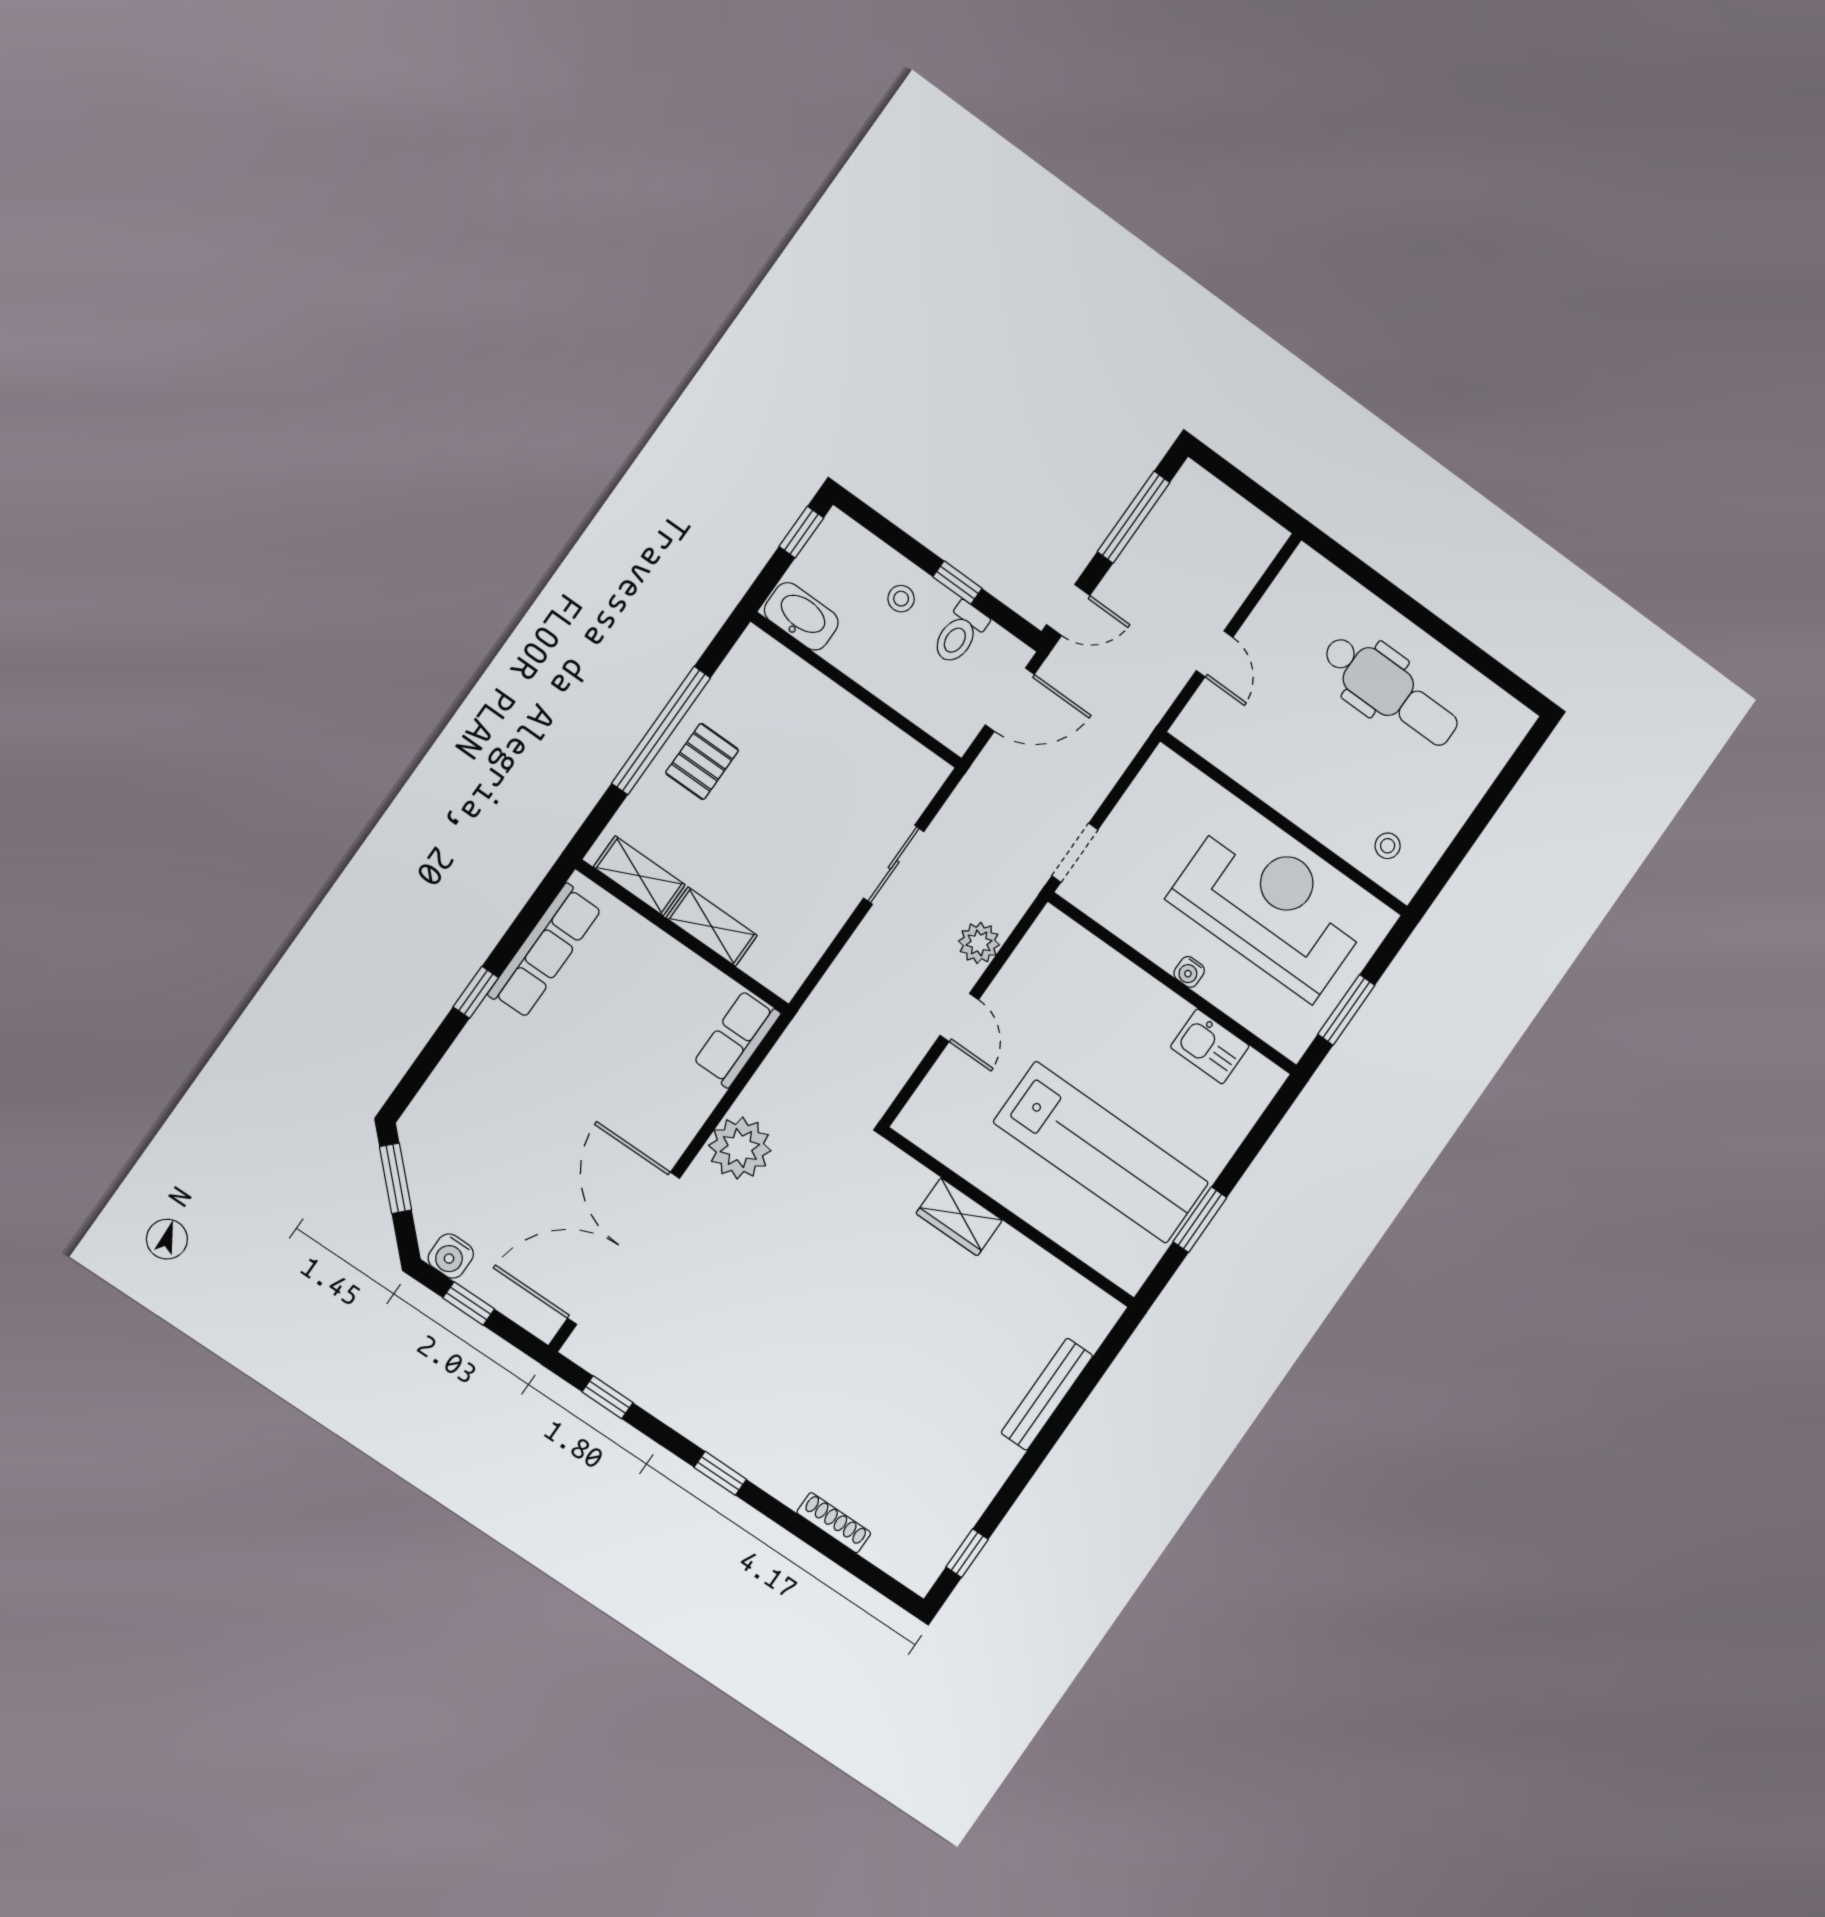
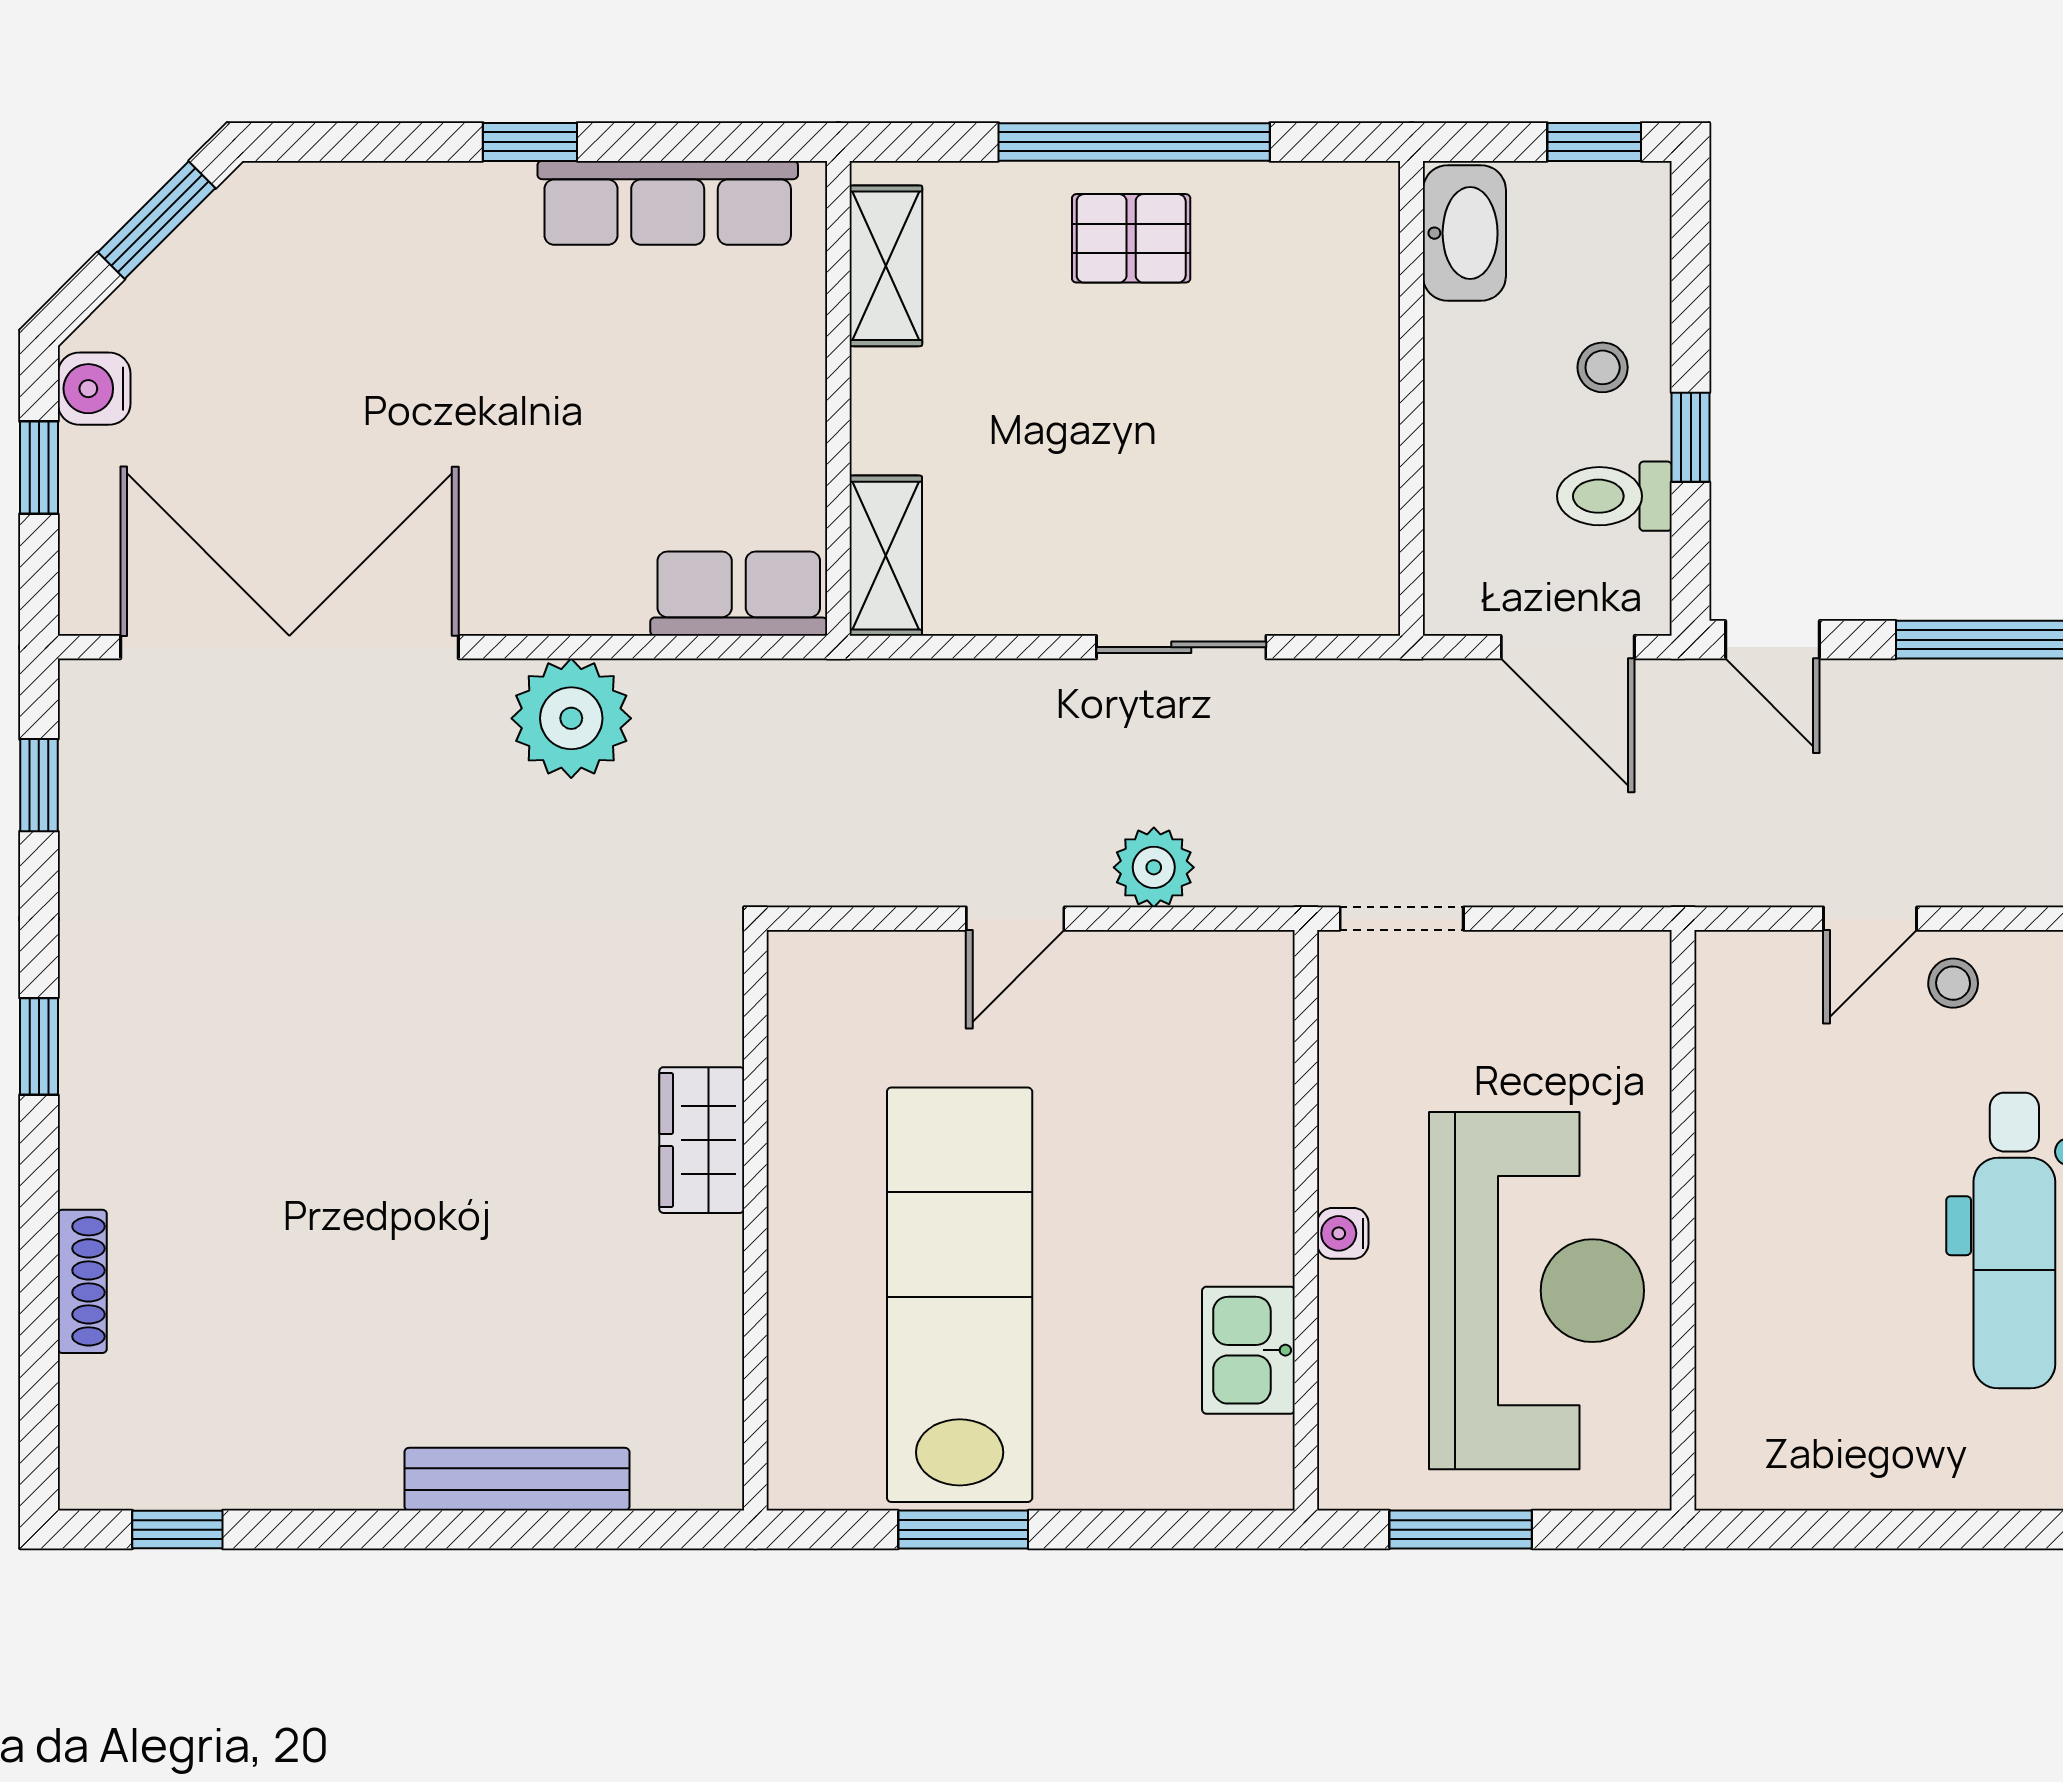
stool: (1388, 846) -> (1953, 983), moved
shelving: (712, 927) -> (886, 556), moved
lab bench: (1101, 1153) -> (960, 1295), turned 180

